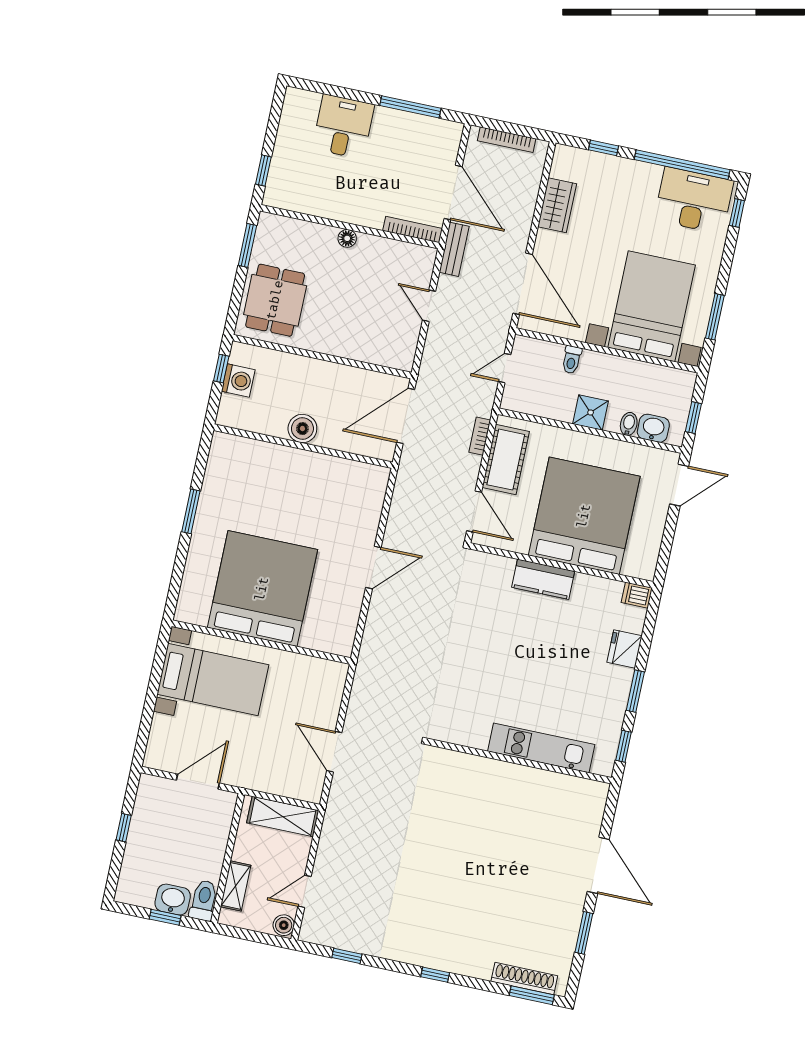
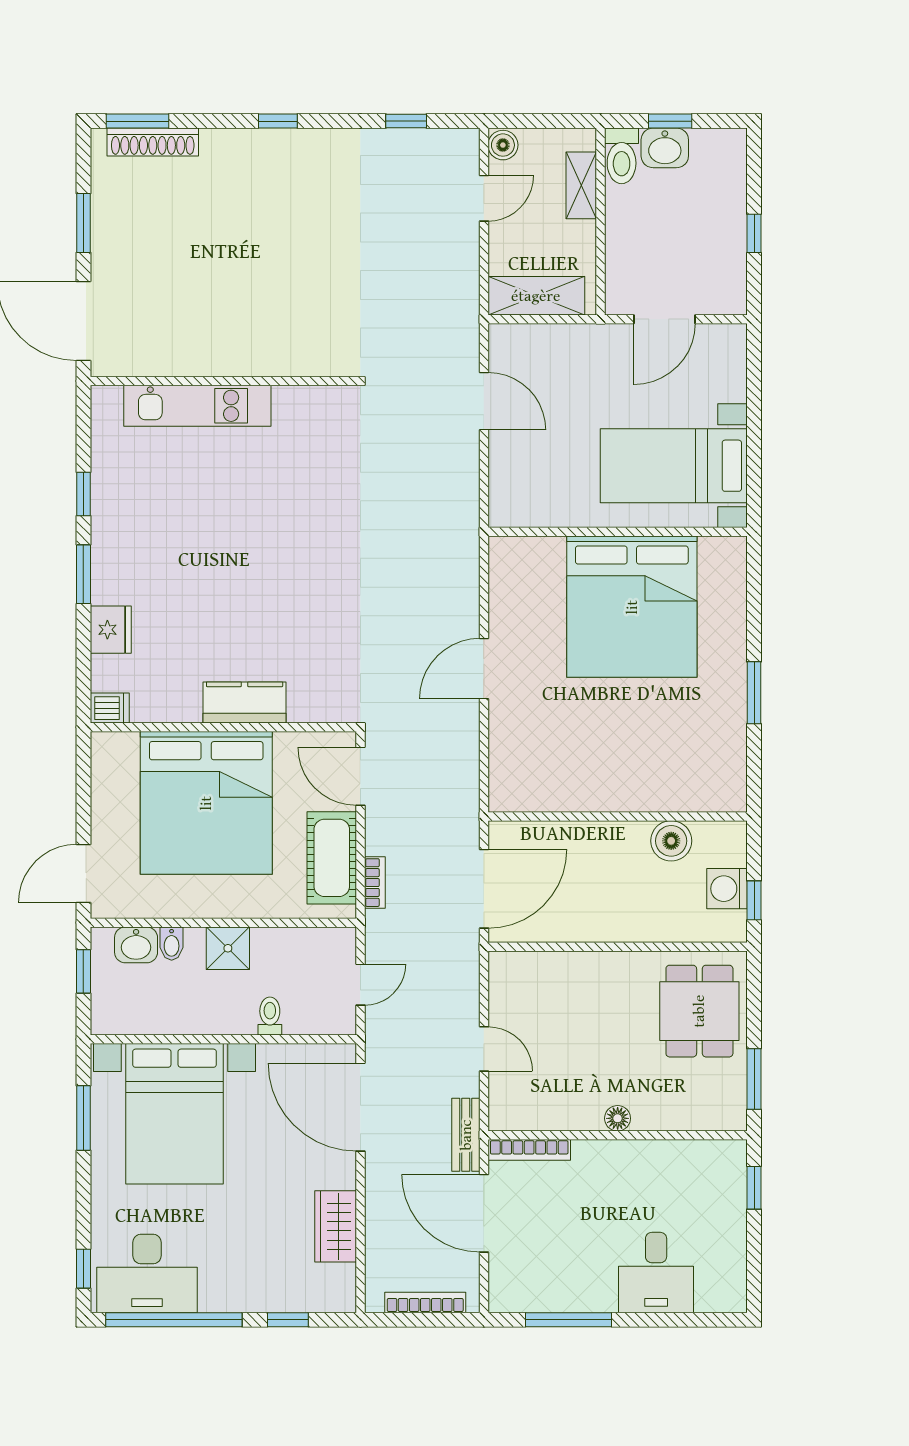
boiler: (302, 429) -> (671, 841), moved
kitchen unit: (541, 748) -> (197, 406), moved
wall: (520, 761) -> (223, 381), moved

